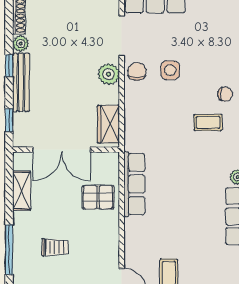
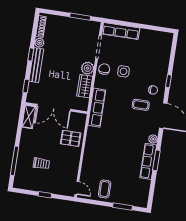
wardrobe: (108, 124) -> (85, 86), moved
row of seats: (134, 184) -> (97, 108), moved
shelving: (22, 191) -> (29, 117), moved

